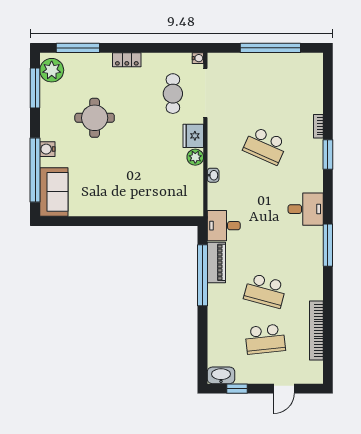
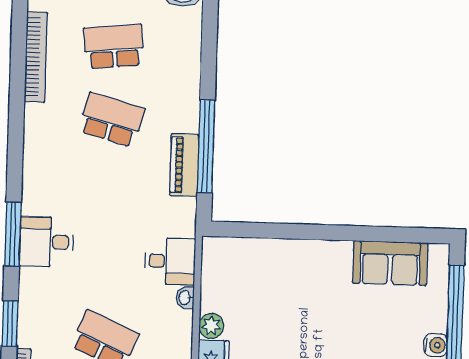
sofa: (54, 192) -> (390, 263), moved, turned -90
desk: (224, 226) -> (170, 261), moved
window: (328, 245) -> (13, 234), moved

